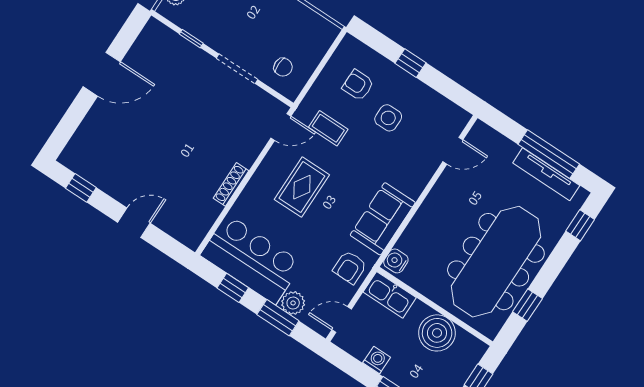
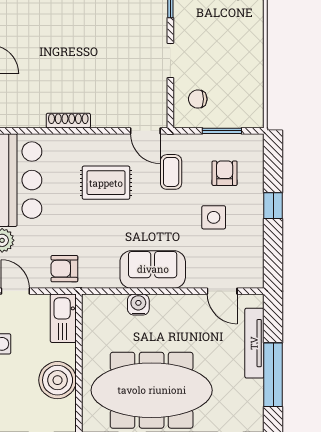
window: (322, 65) -> (222, 131), added
chair: (283, 67) -> (198, 99), turned 90
doorway: (237, 69) -> (170, 61), width x0.73
tv unit: (546, 174) -> (254, 343), moved
sofa: (383, 219) -> (153, 269), moved
water cooler: (396, 261) -> (138, 305), moved

